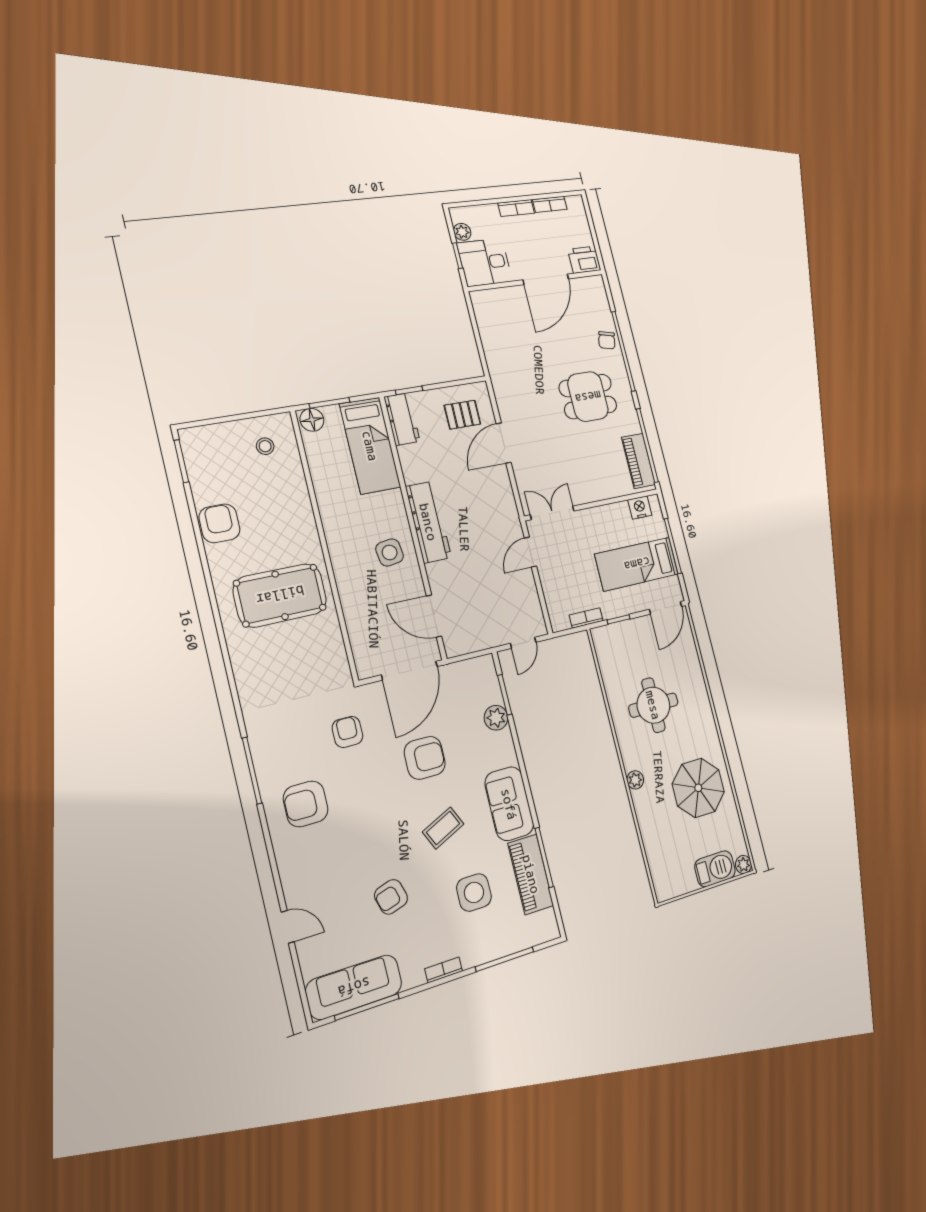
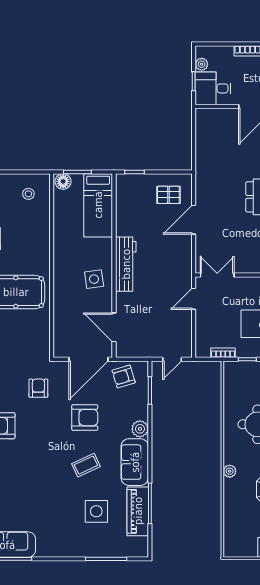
workbench: (402, 419) -> (125, 191), removed
plant: (496, 718) -> (140, 429), moved
armchair: (391, 897) -> (124, 377), moved
bookcase: (444, 970) -> (64, 553), removed

